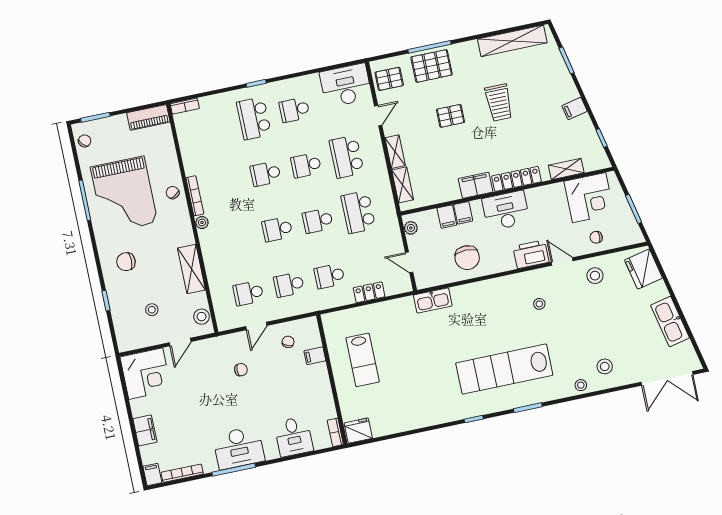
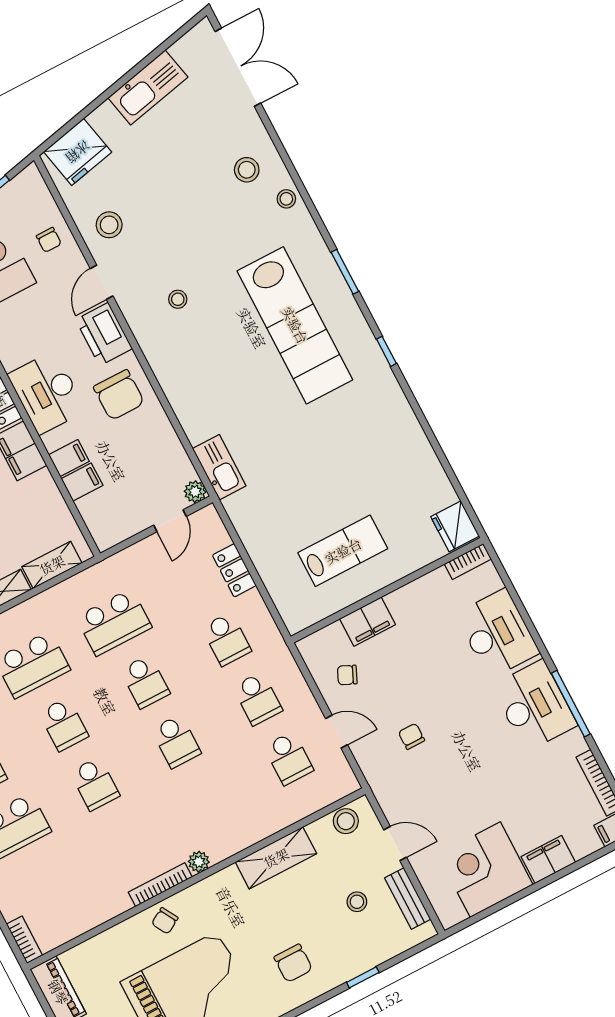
plant: (411, 228) -> (195, 492), moved
chair: (467, 258) -> (119, 395), moved, turned 90
bench: (145, 340) -> (408, 899), added
filing cabinet: (315, 356) -> (368, 622), width x2.00
corner desk: (146, 374) -> (485, 870), moved, turned -90
desk: (294, 437) -> (497, 634), width x1.37

